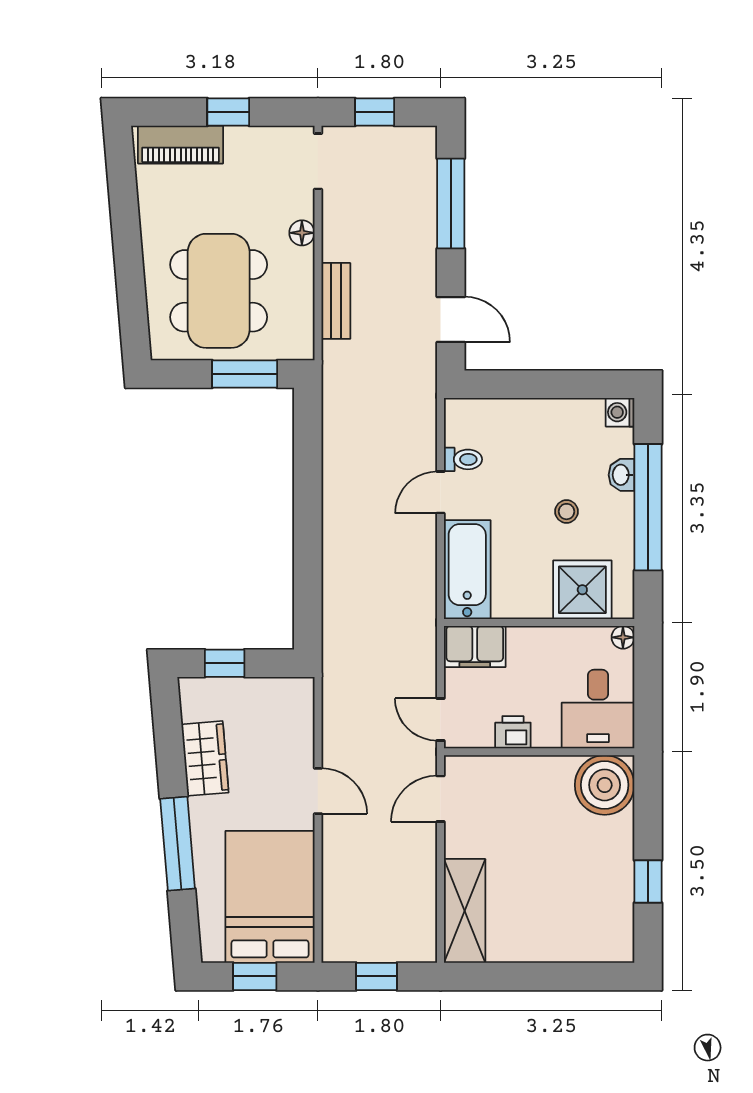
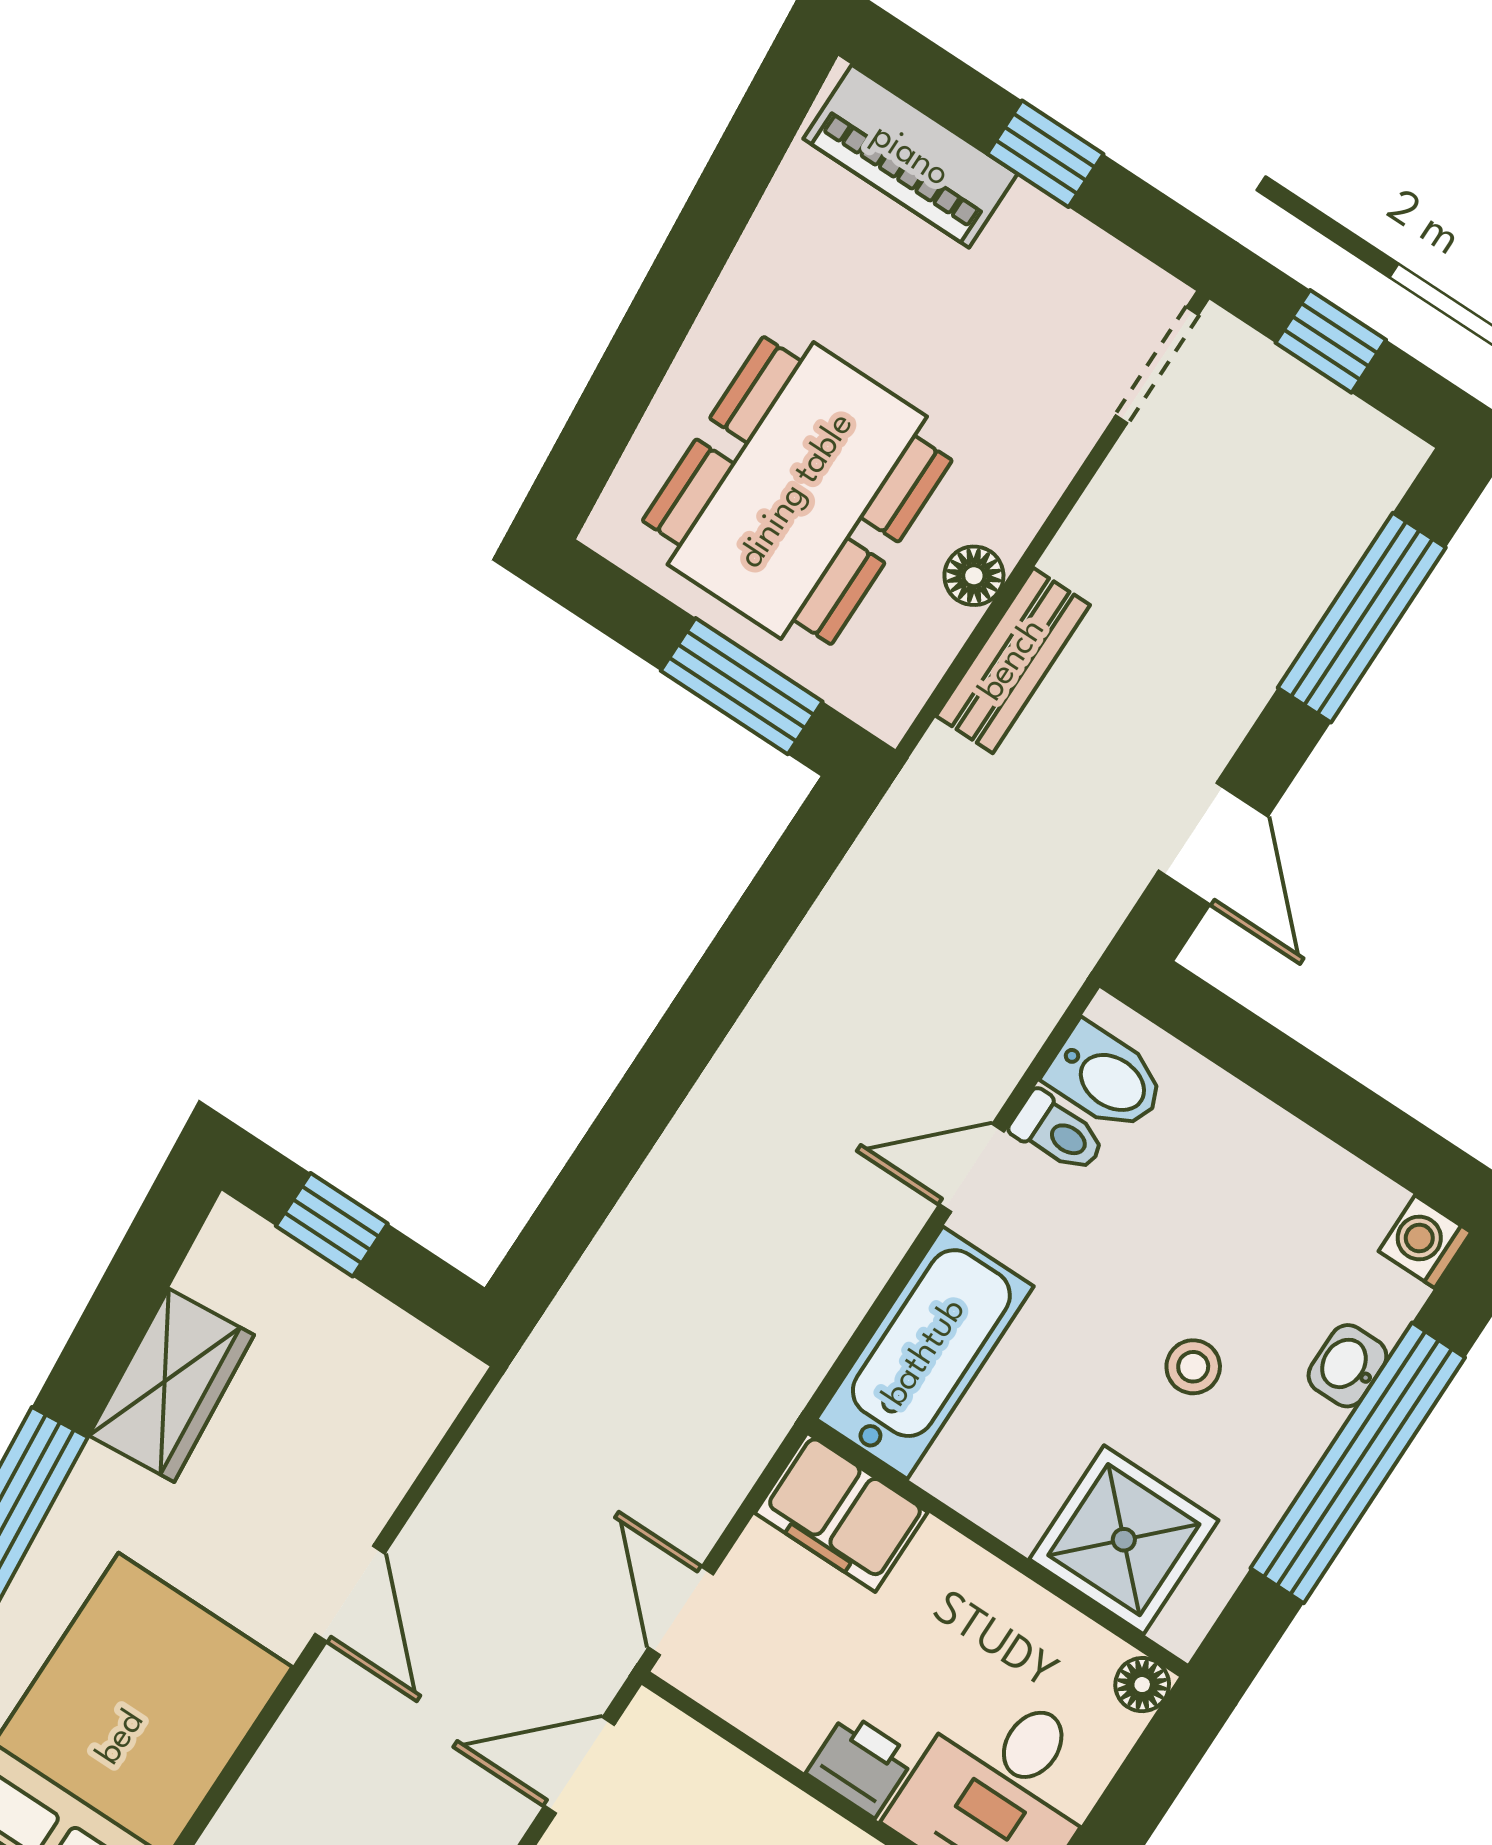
floor lamp: (302, 233) -> (974, 576), moved
bidet: (467, 429) -> (1106, 1078), added
printer: (513, 732) -> (861, 1765), moved

